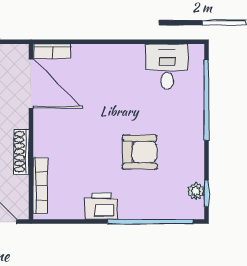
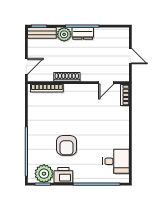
door: (31, 83) -> (106, 83), width x0.53
plant: (196, 191) -> (44, 174), width x1.87, depth x1.87
printer: (101, 206) -> (63, 175), moved, turned -90

